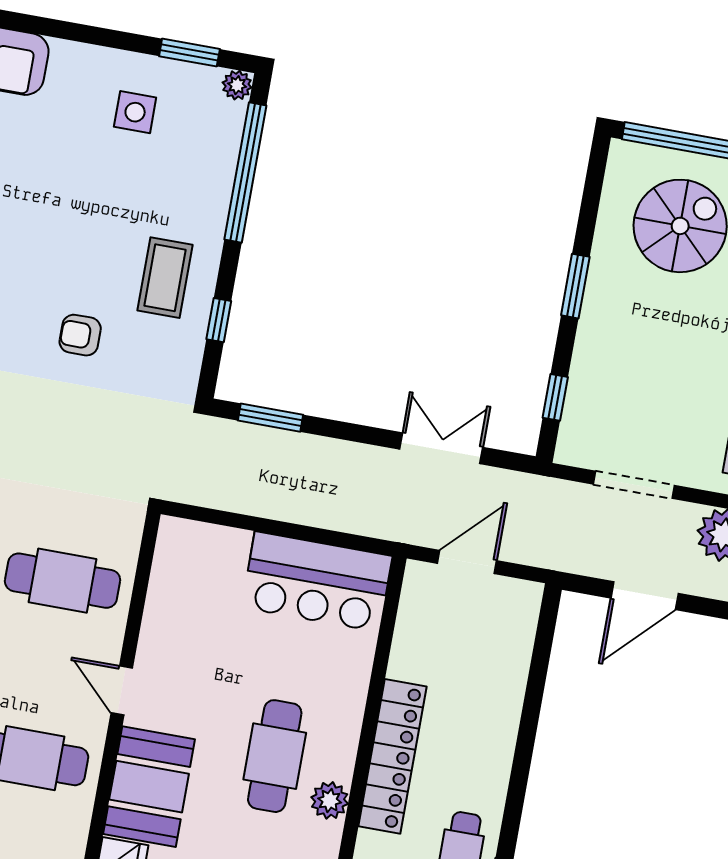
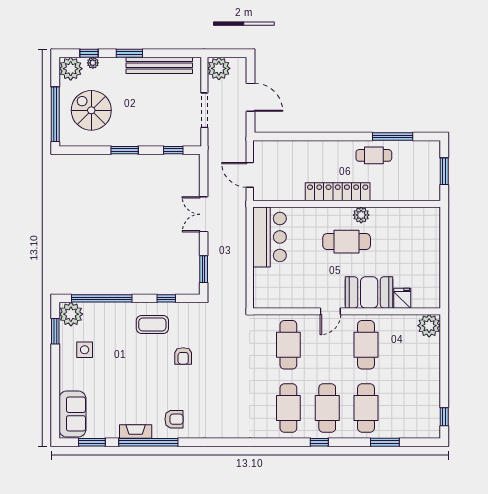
plant: (237, 85) -> (71, 314), width x1.87, depth x1.87
double door: (441, 448) -> (204, 214), moved

